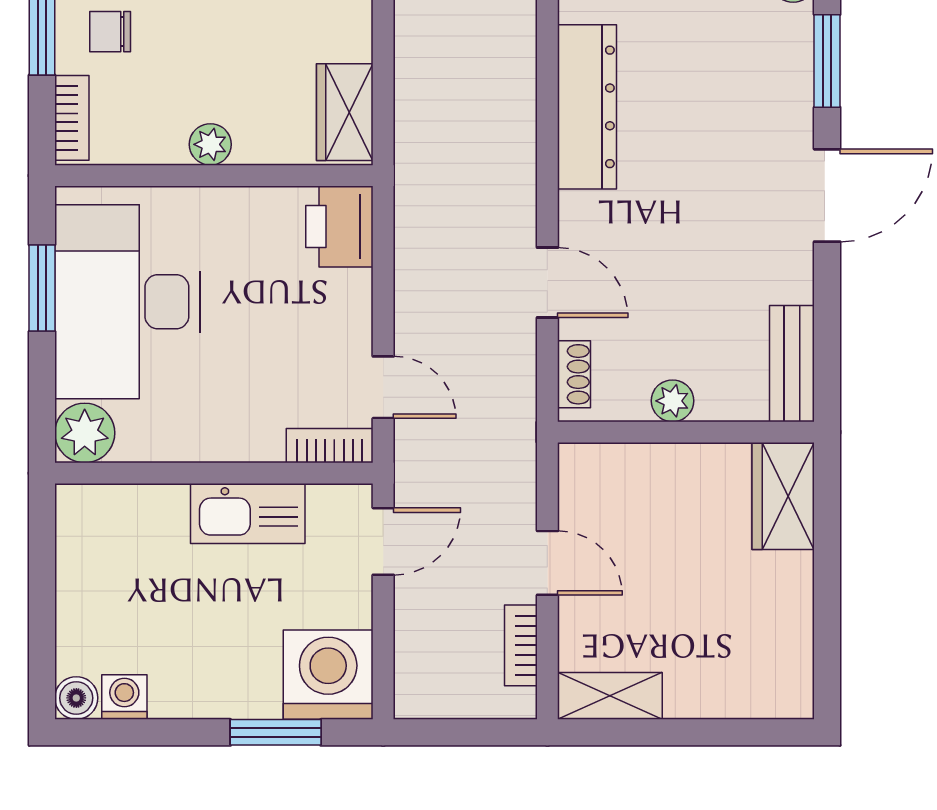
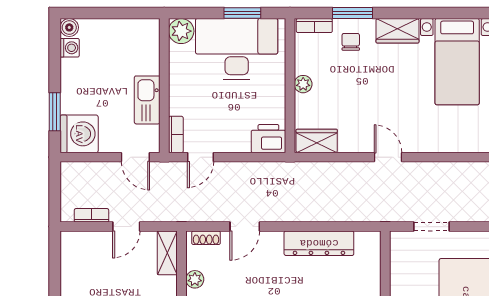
shelving: (610, 696) -> (167, 253), moved

